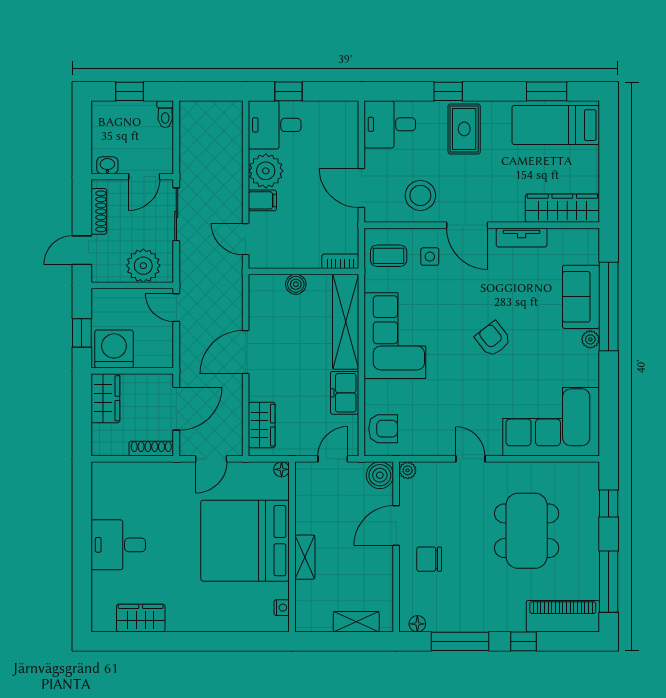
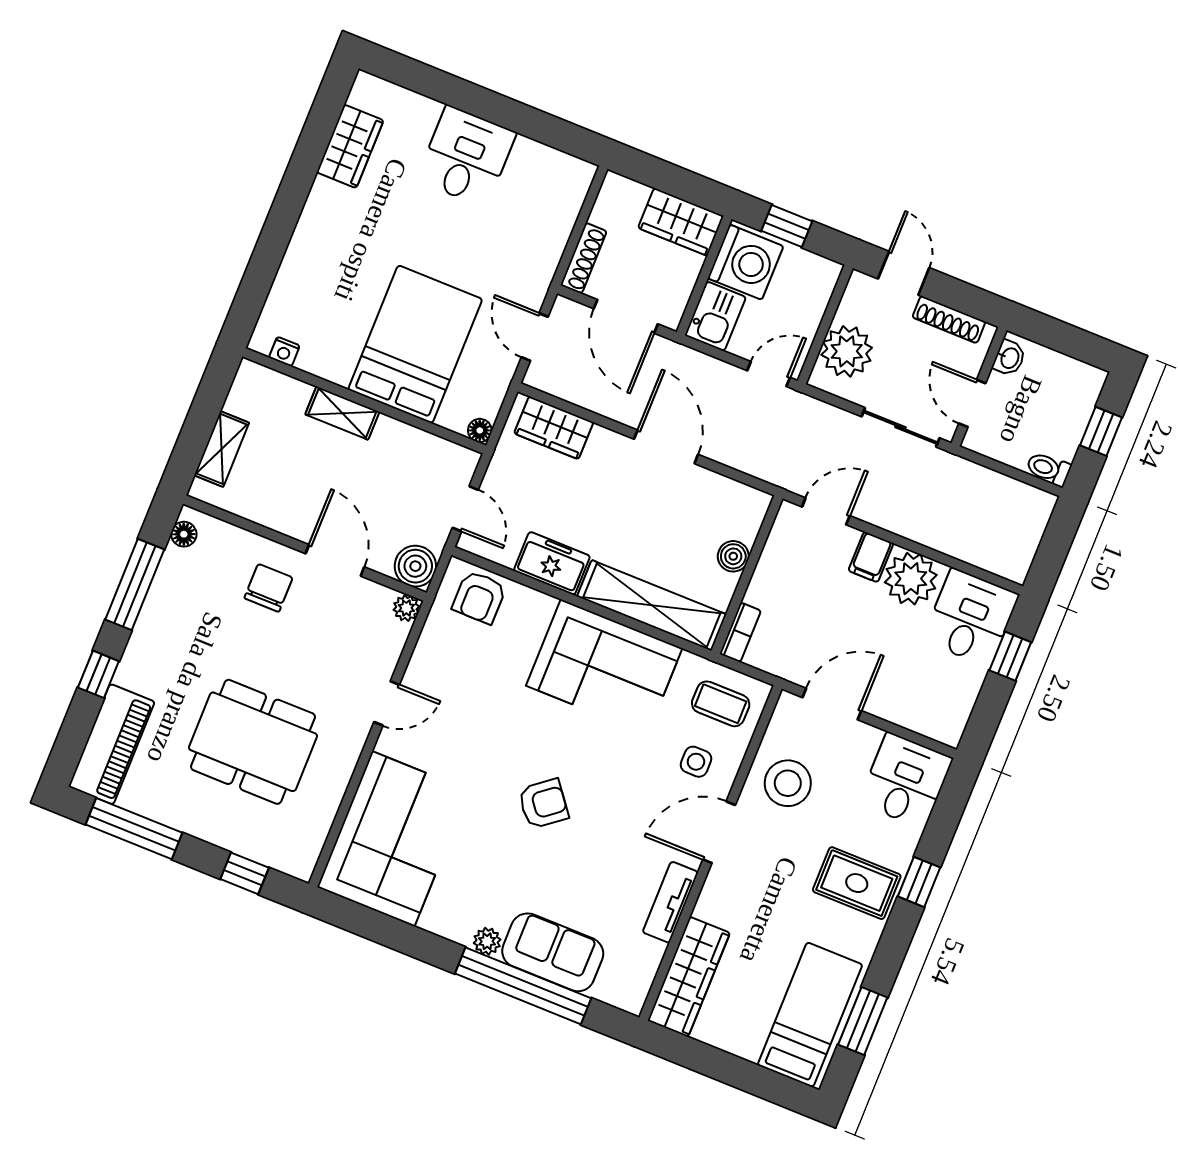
coffee table: (389, 256) -> (721, 704), turned 90
kitchen sink: (154, 354) -> (715, 316), added
bed: (245, 541) -> (415, 344), width x0.73

